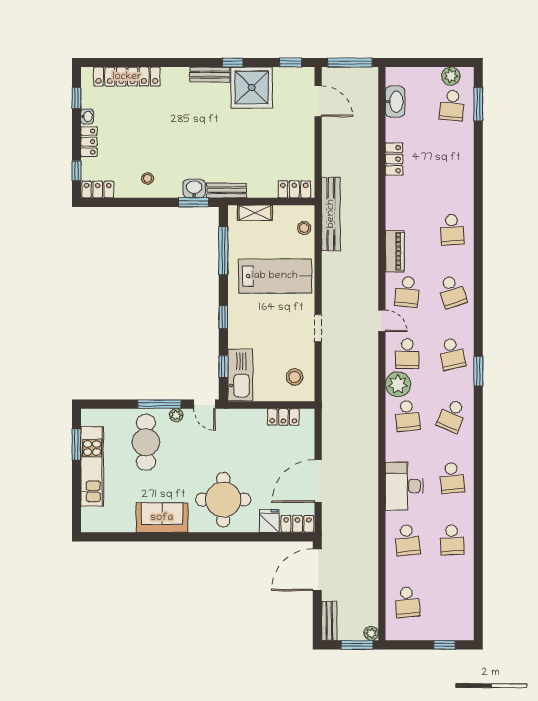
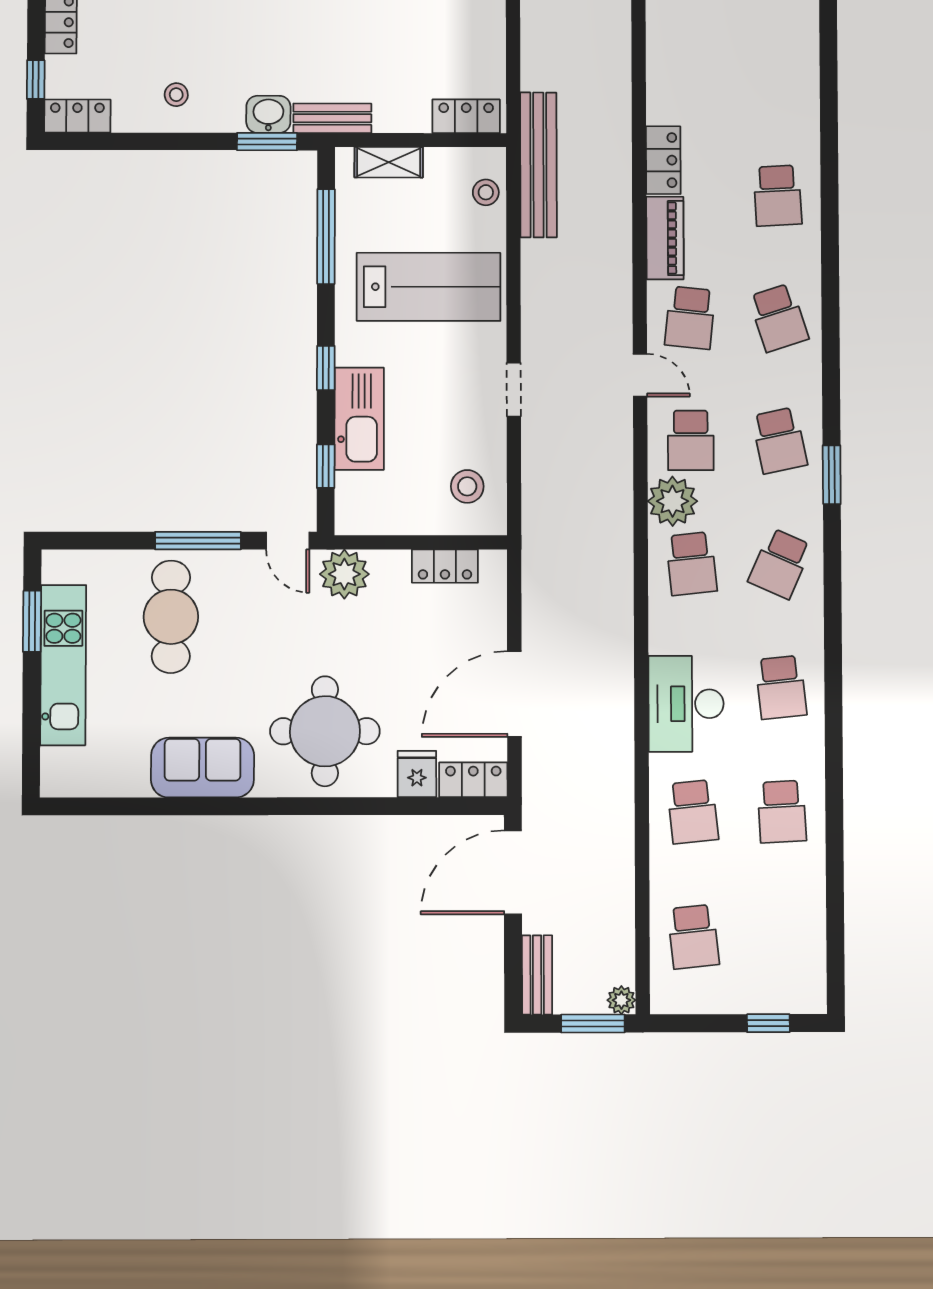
locker: (394, 159) -> (663, 160), moved
kitchen sink: (240, 375) -> (359, 419), moved
plant: (176, 415) -> (344, 574), moved, width x1.87, depth x1.87

